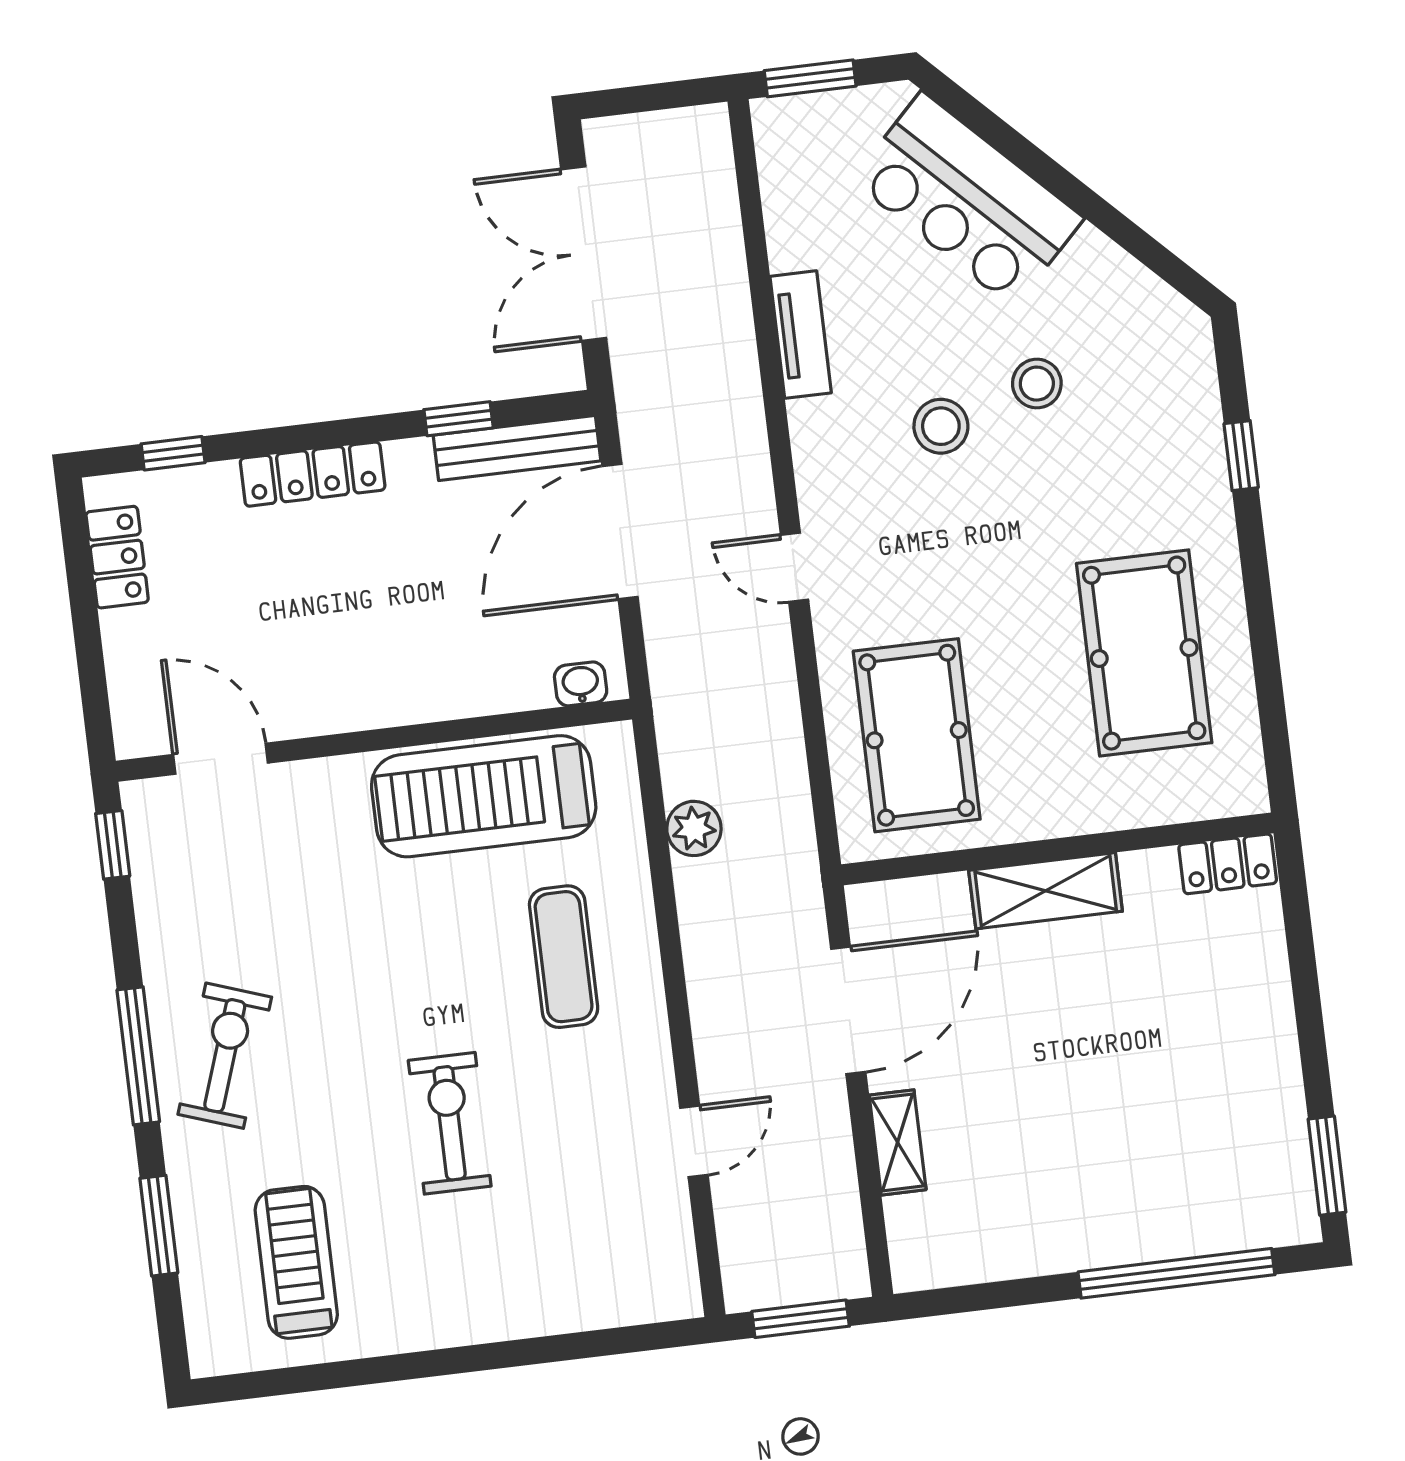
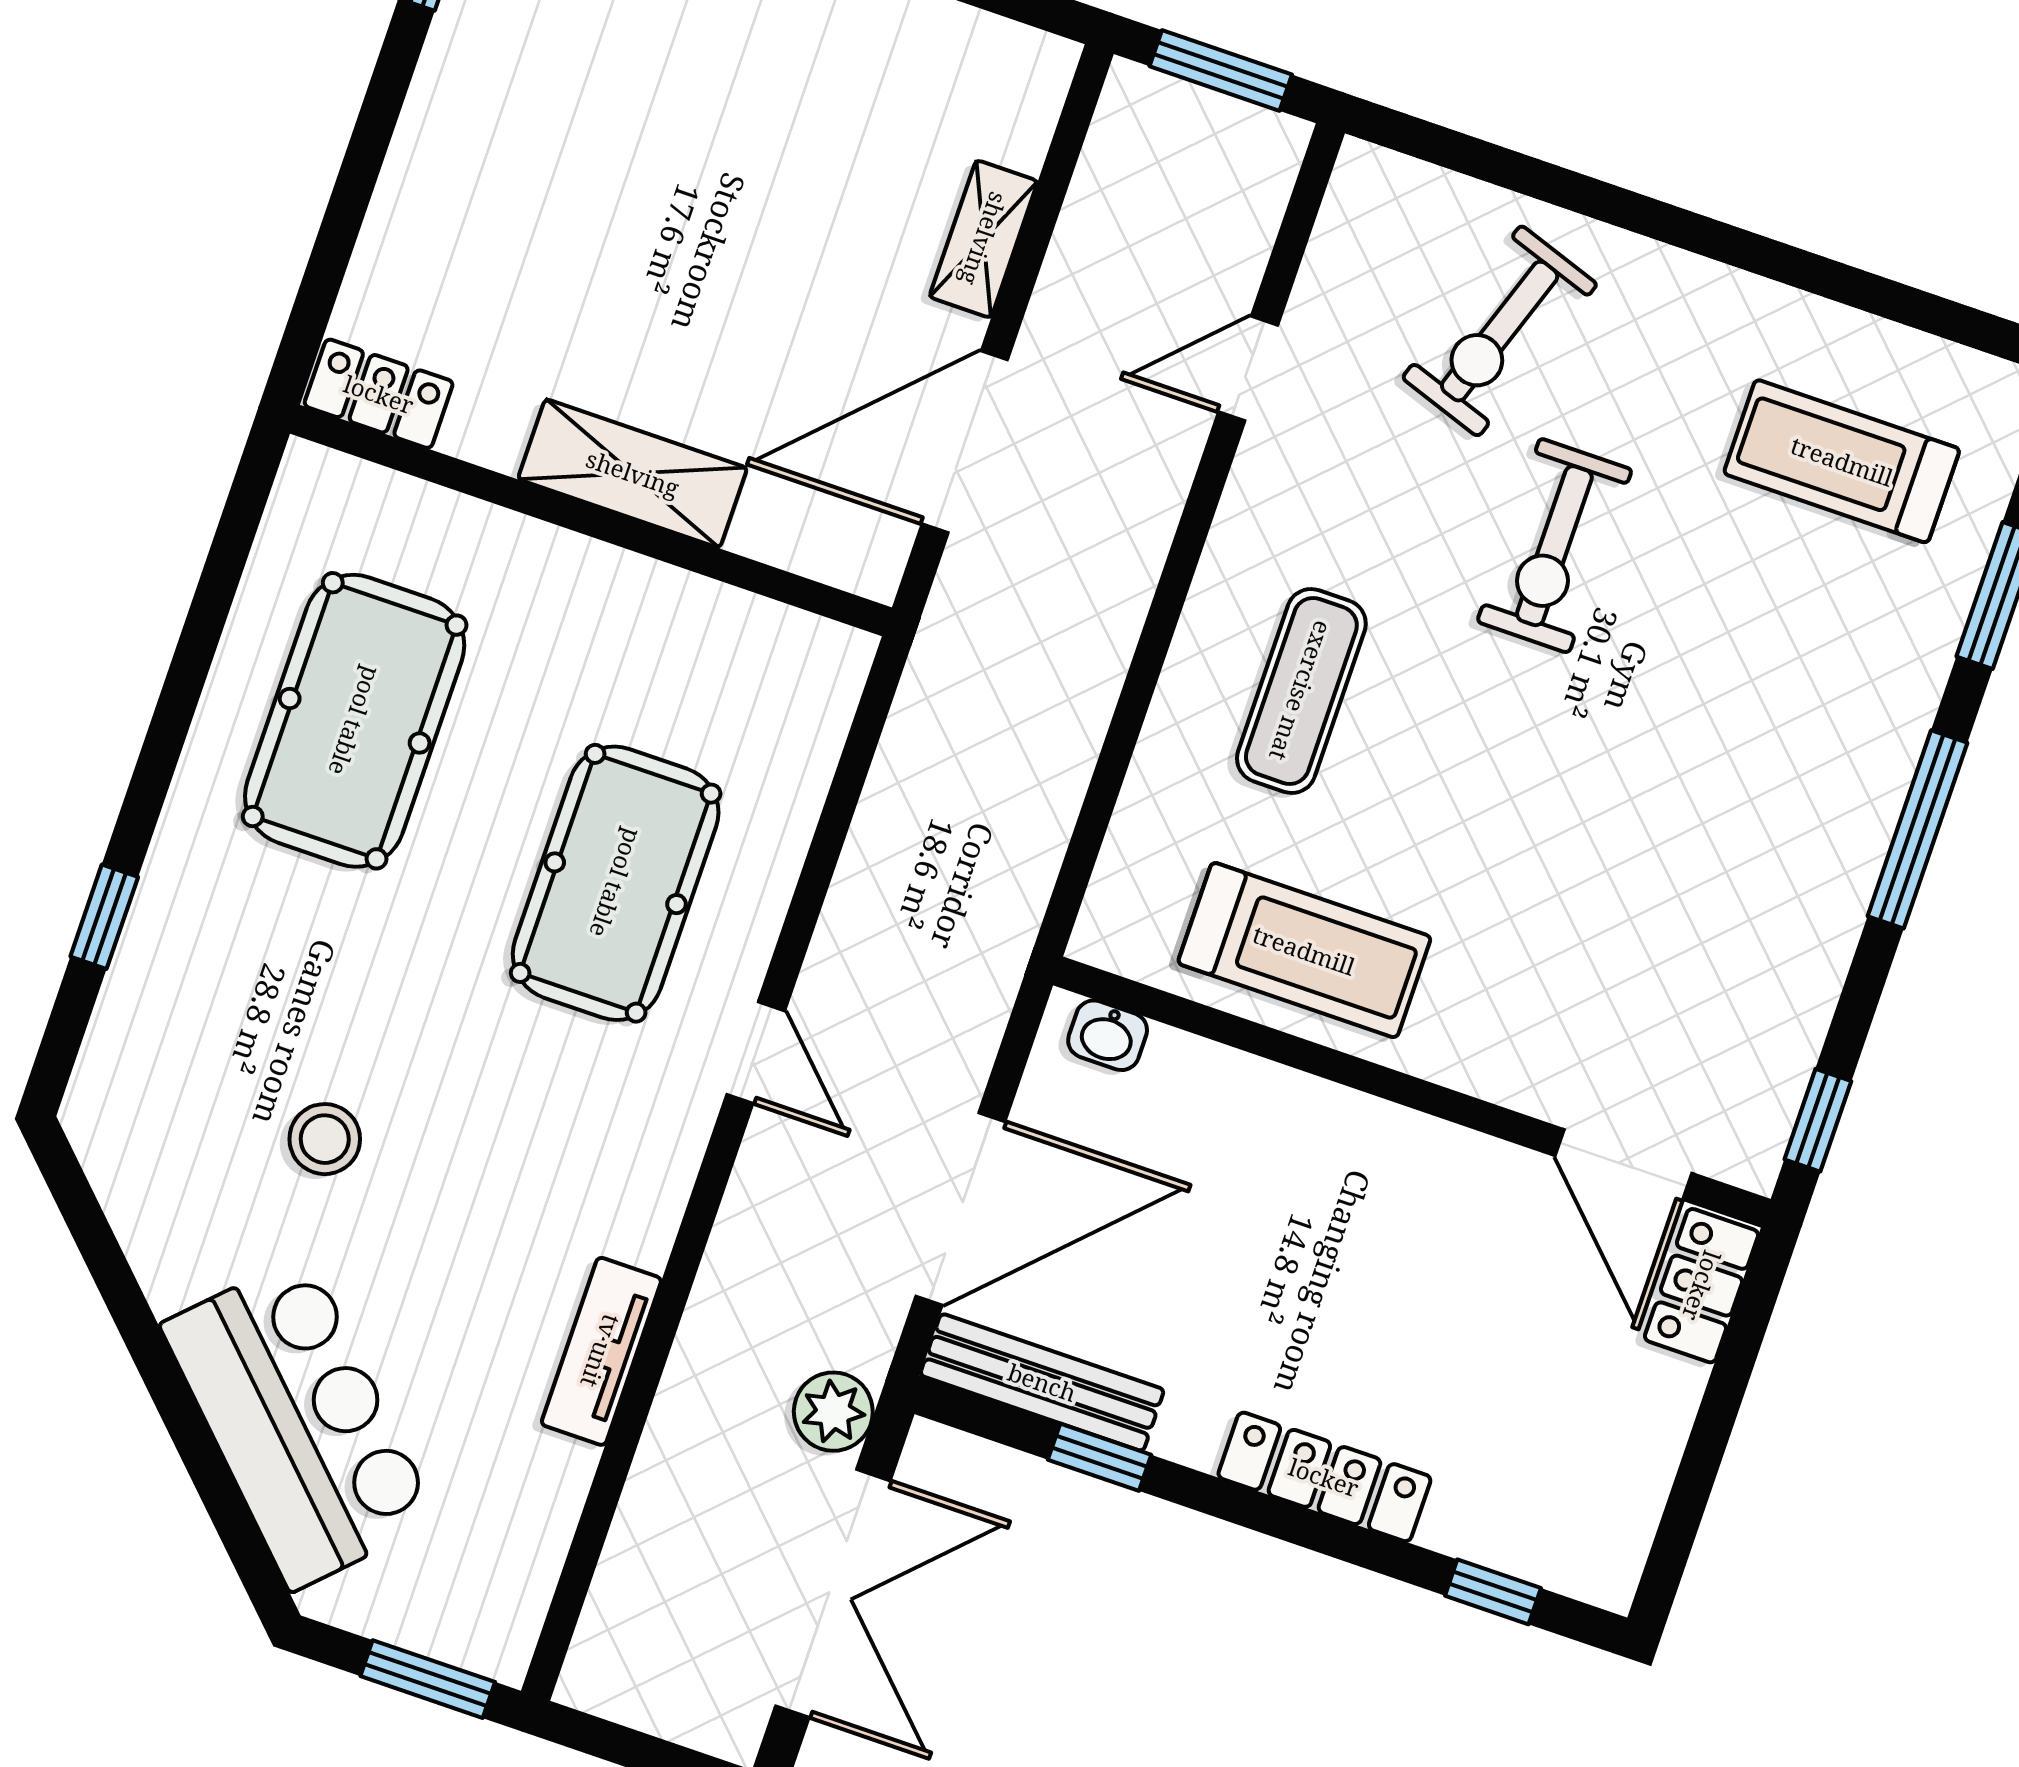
stool: (941, 426) -> (476, 1144), removed
locker: (117, 557) -> (1702, 1286), moved
pool table: (917, 735) -> (616, 883), moved
treadmill: (484, 796) -> (1304, 950), width x0.73, depth x0.73
plant: (694, 828) -> (833, 1412), moved
exercise bike: (225, 1056) -> (1500, 331), moved
treadmill: (296, 1262) -> (1842, 461), turned 90

